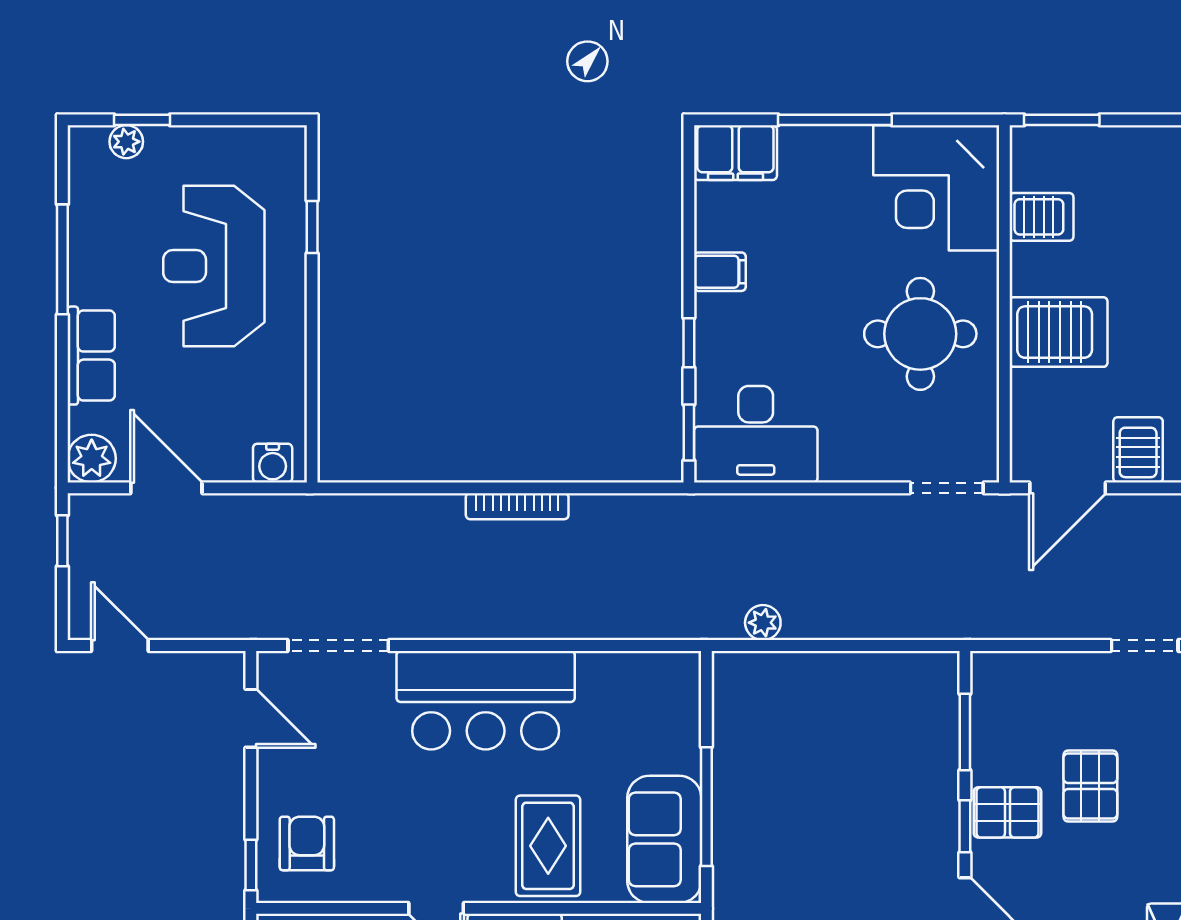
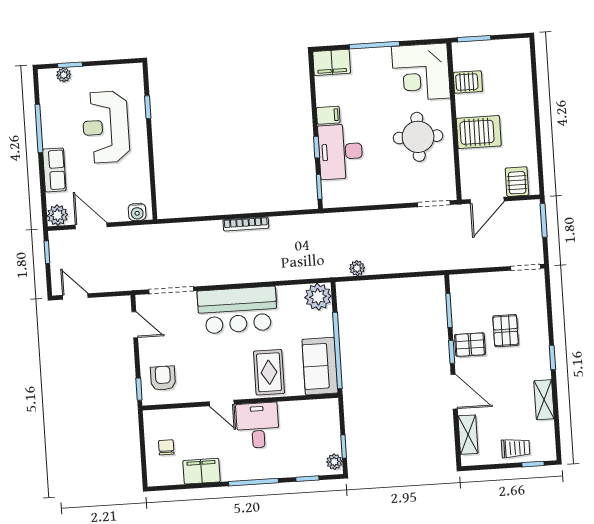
desk: (756, 434) -> (341, 152), moved, turned 90
plant: (670, 682) -> (318, 297), added
window: (706, 807) -> (337, 351), width x1.46

